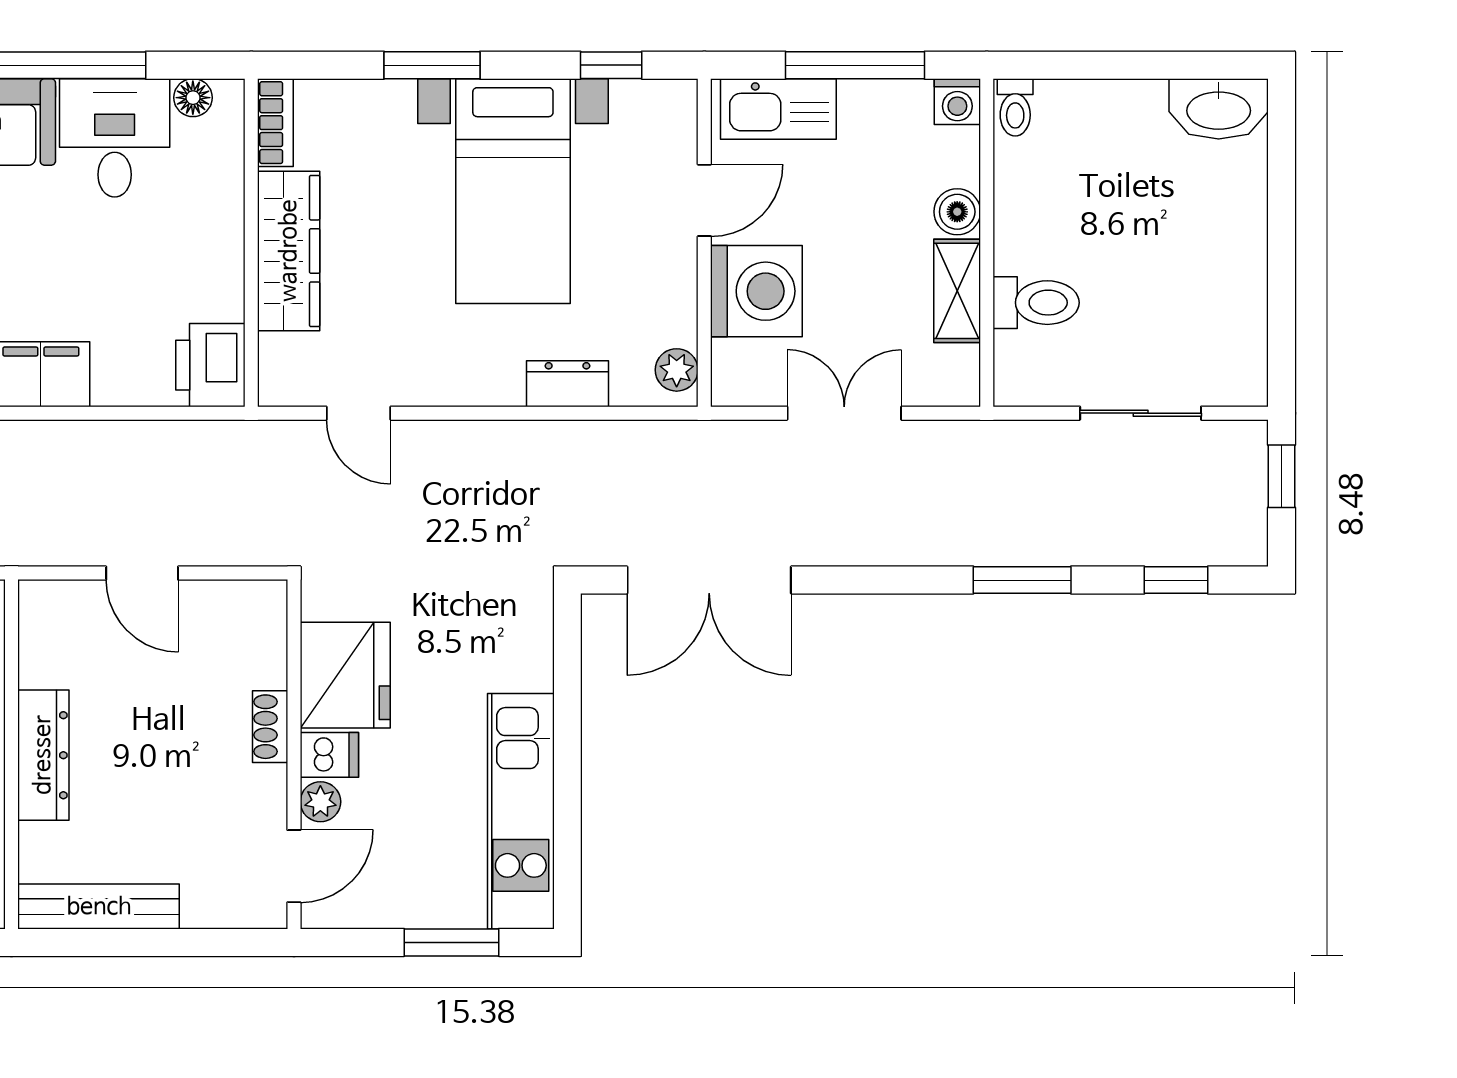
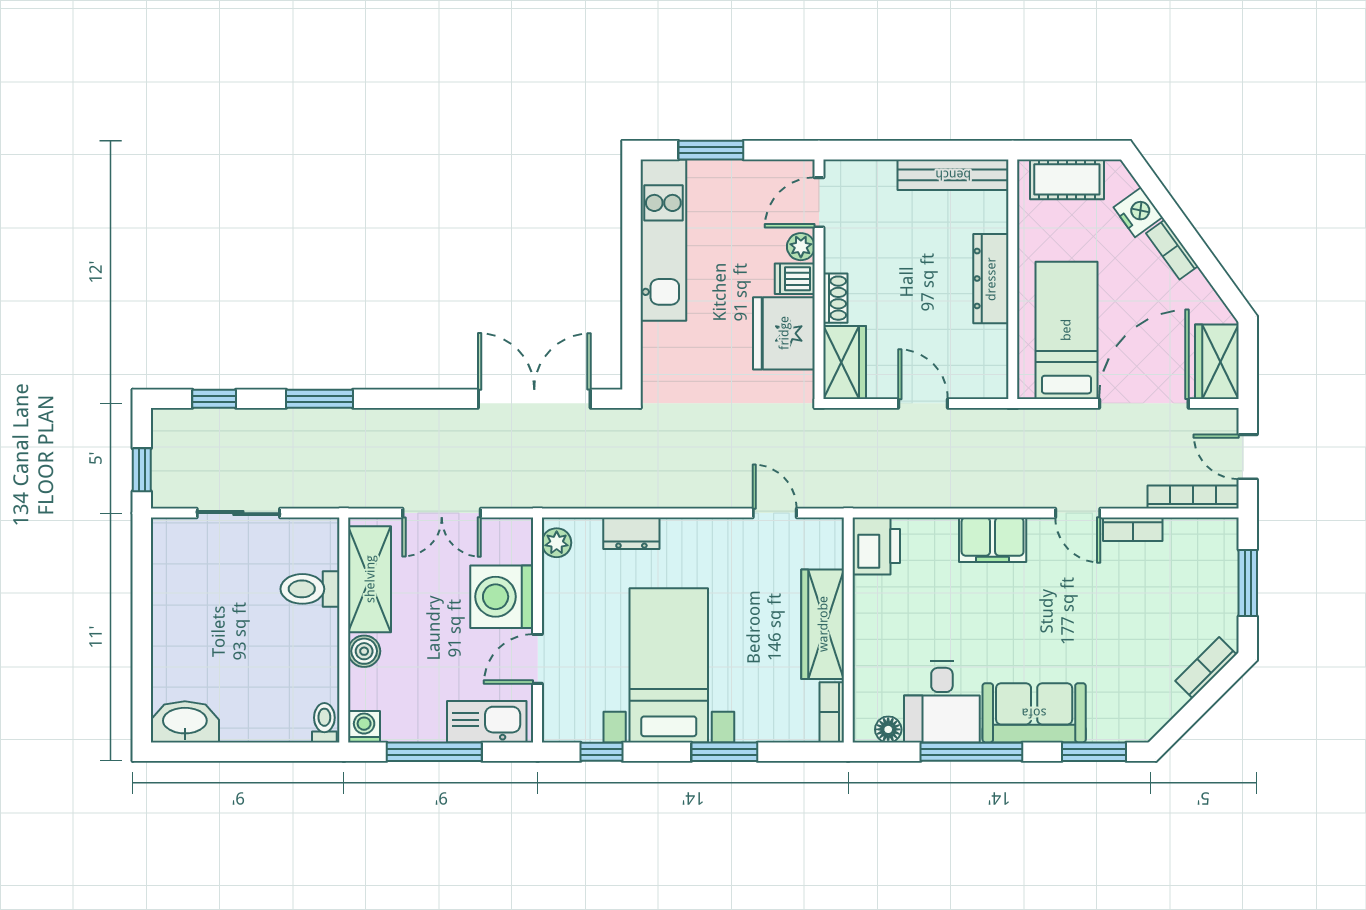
shelving: (957, 291) -> (370, 579), width x1.50, depth x1.33
wardrobe: (257, 633) -> (845, 362), added

